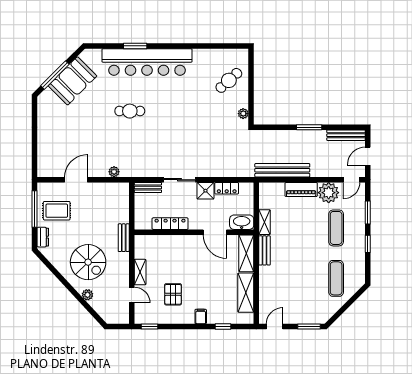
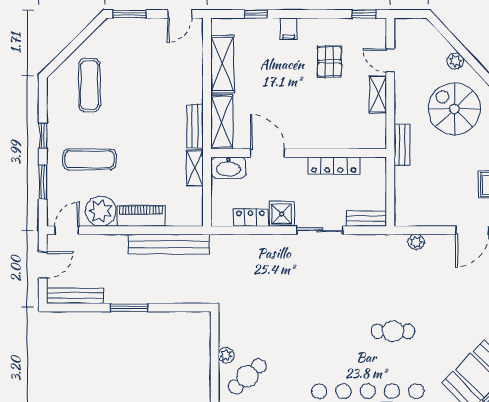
plant: (243, 114) -> (226, 355), moved
exercise mat: (336, 228) -> (89, 159), turned 90

